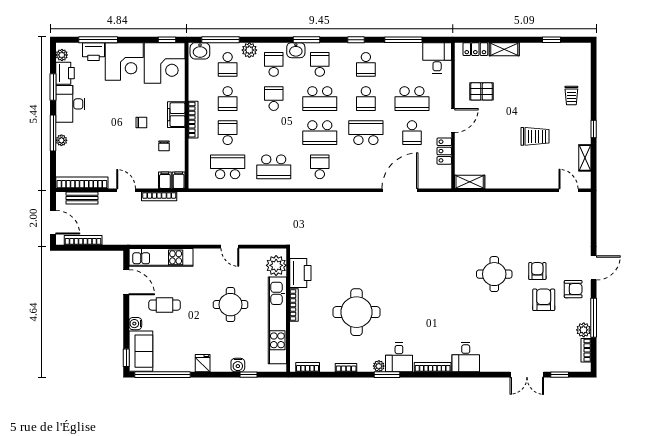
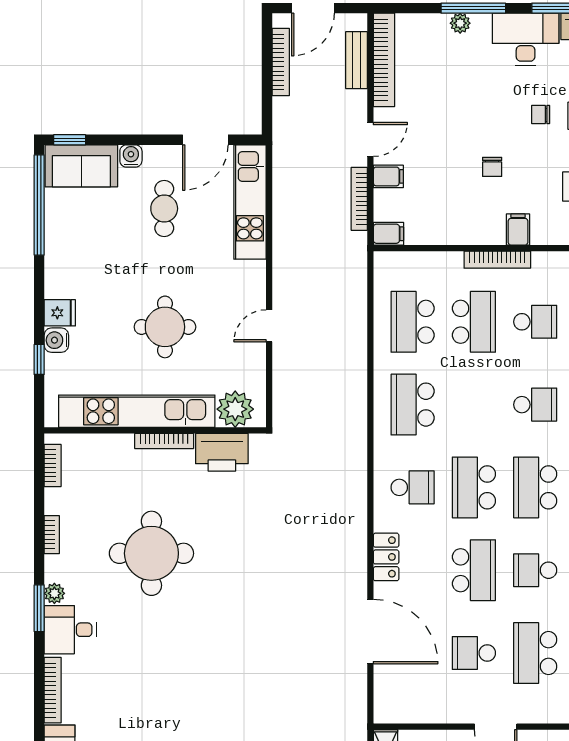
school desk: (228, 99) -> (535, 322), turned 180
filing cabinet: (176, 115) -> (518, 229), width x0.50
school desk: (228, 133) -> (474, 322), width x1.85
chair: (164, 146) -> (541, 115), moved
locker: (444, 151) -> (386, 557), moved, turned 90
school desk: (228, 167) -> (413, 322), turned 180
filing cabinet: (165, 180) -> (388, 176), moved
fridge: (203, 363) -> (60, 313), moved

